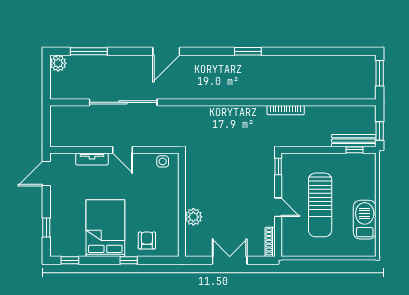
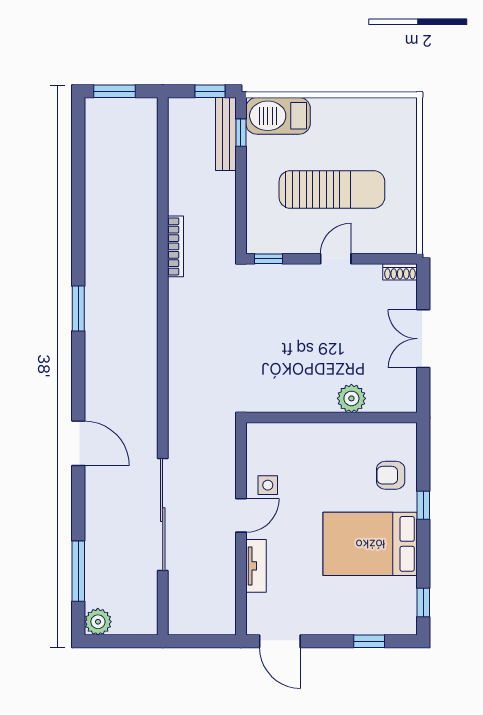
side table: (163, 161) -> (268, 485), moved
barbecue: (365, 220) -> (278, 116), moved
shoe rack: (270, 242) -> (400, 272), width x0.70

